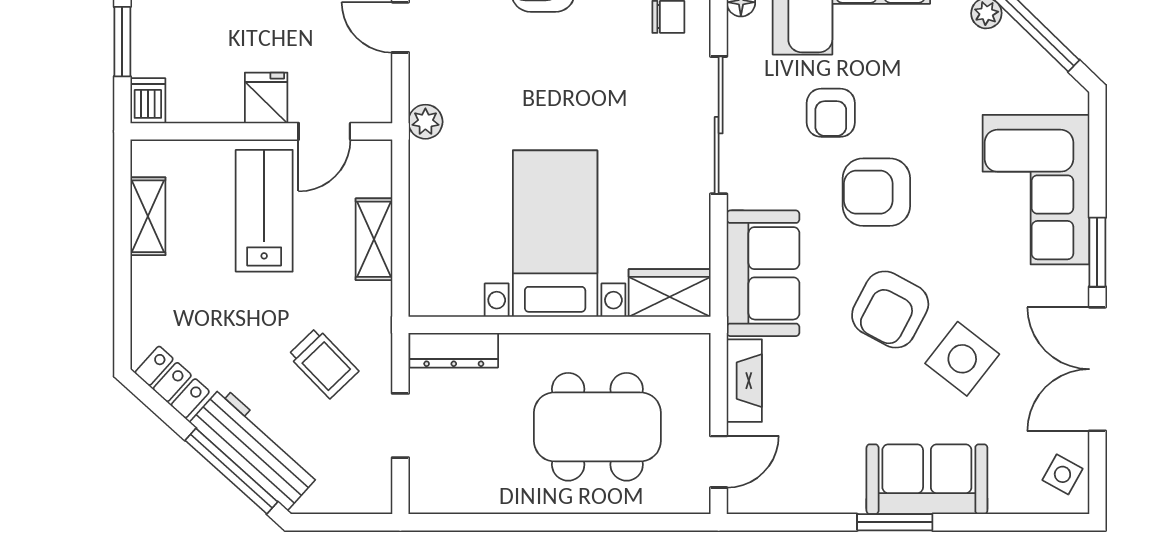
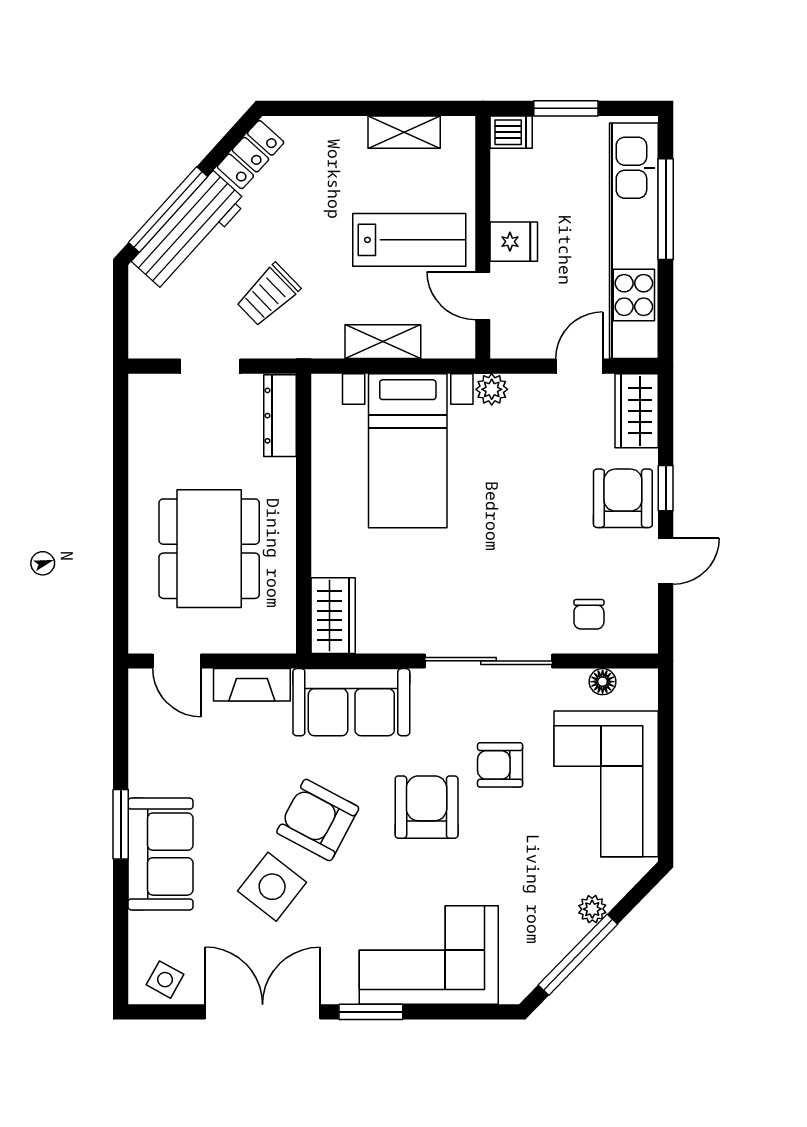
bed with nightstands: (555, 234) -> (408, 451), moved, turned 90

